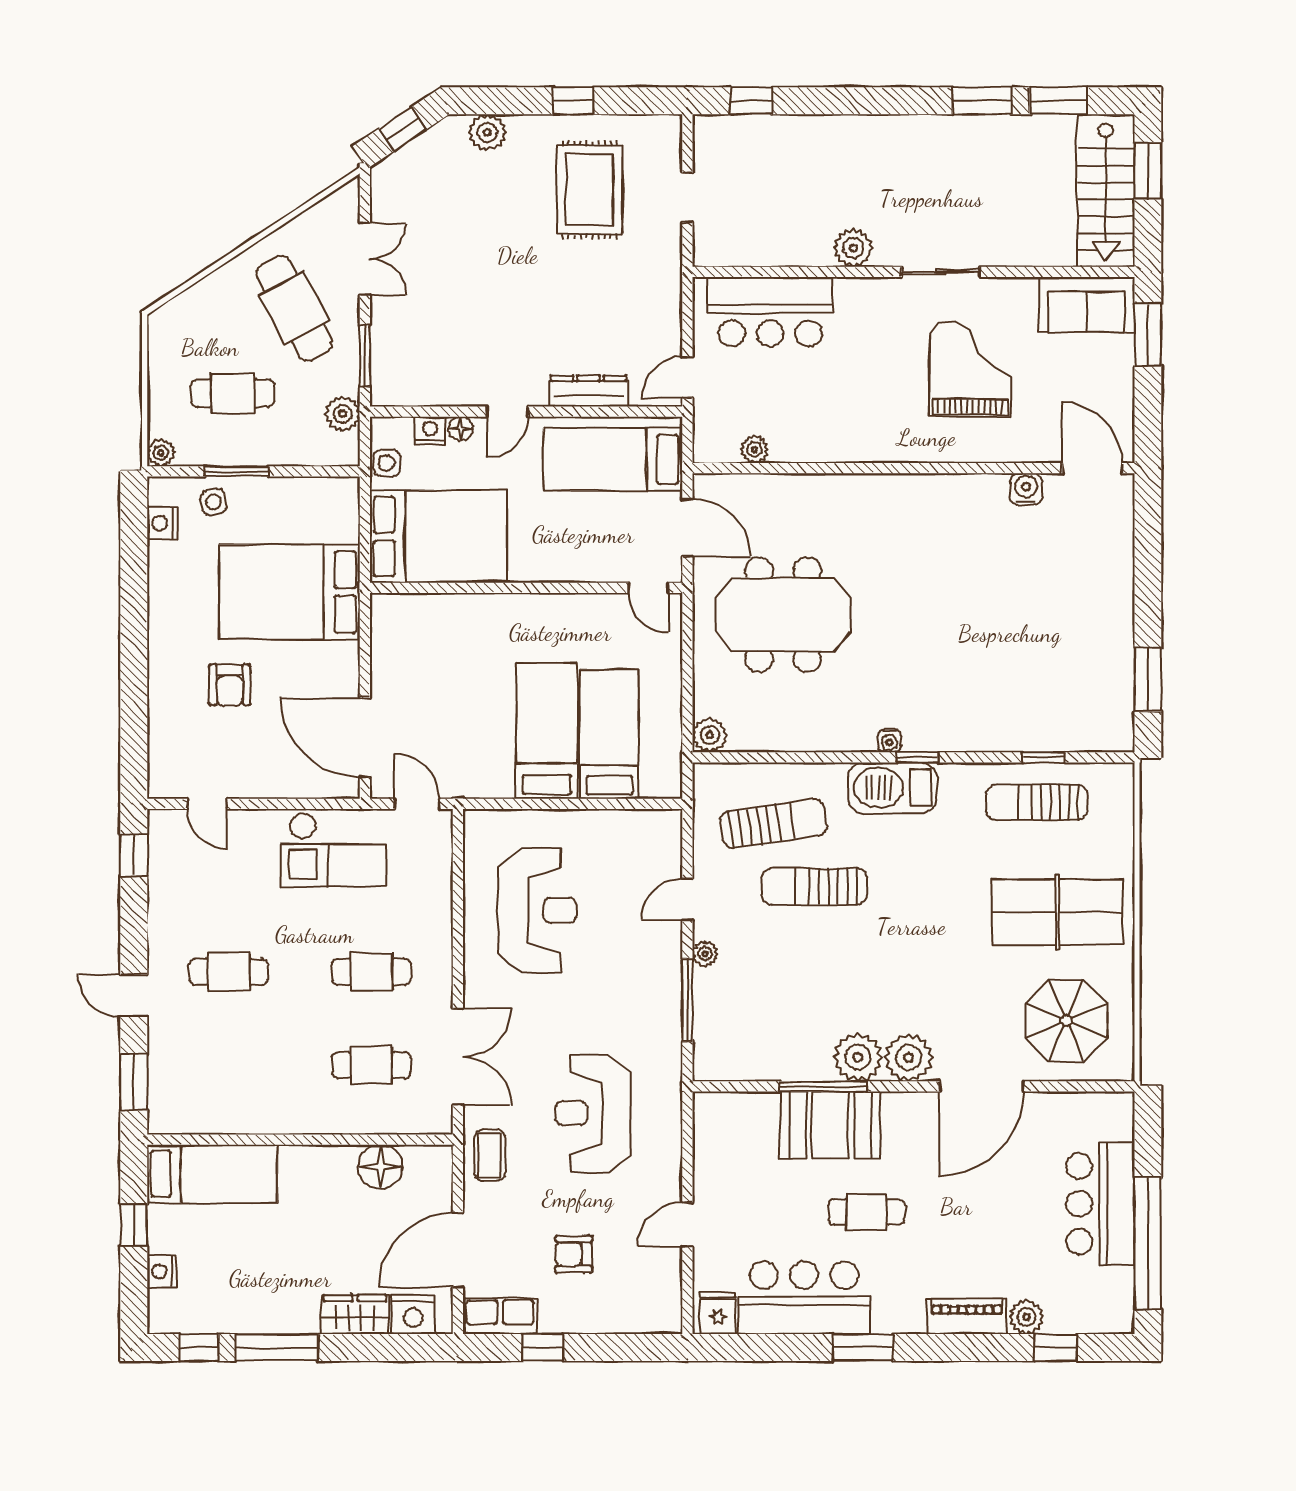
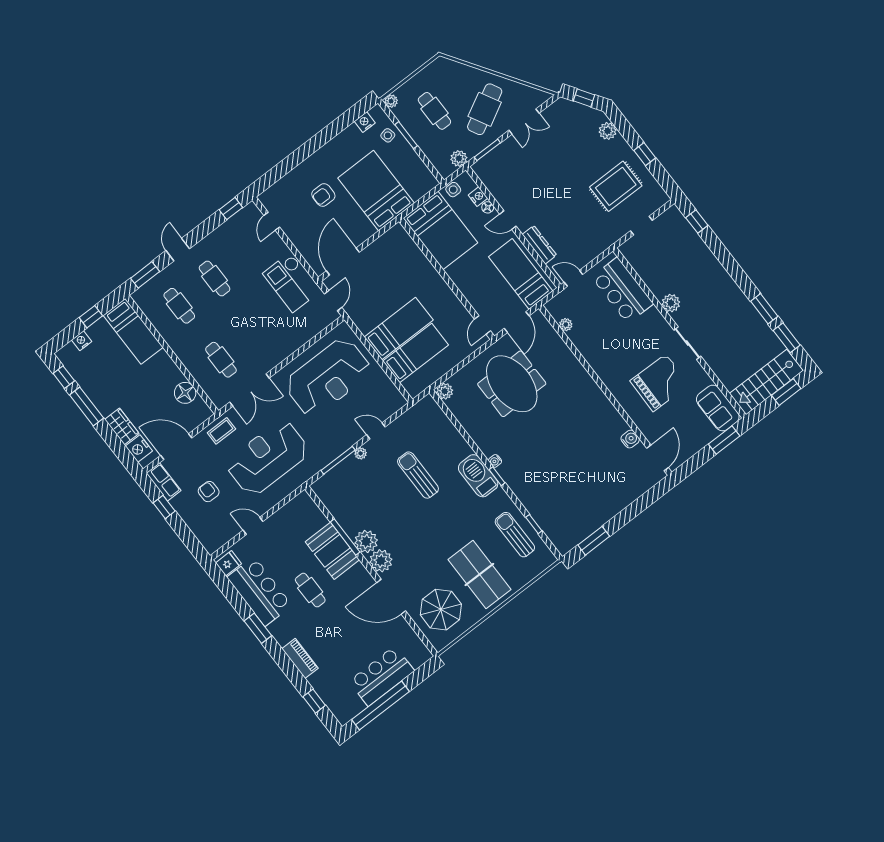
sun lounger: (773, 824) -> (430, 441), removed
reception desk: (537, 910) -> (328, 377), width x1.36, depth x1.30
cafe table: (371, 972) -> (179, 306), moved
reception desk: (593, 1113) -> (268, 458), width x1.36, depth x1.30
plant: (1026, 1317) -> (317, 681), removed

